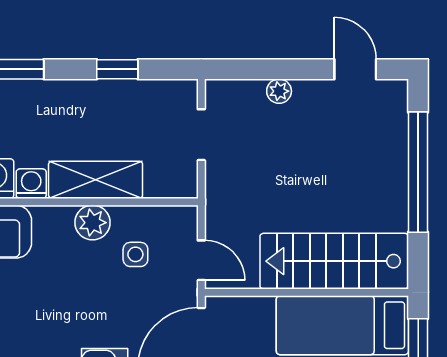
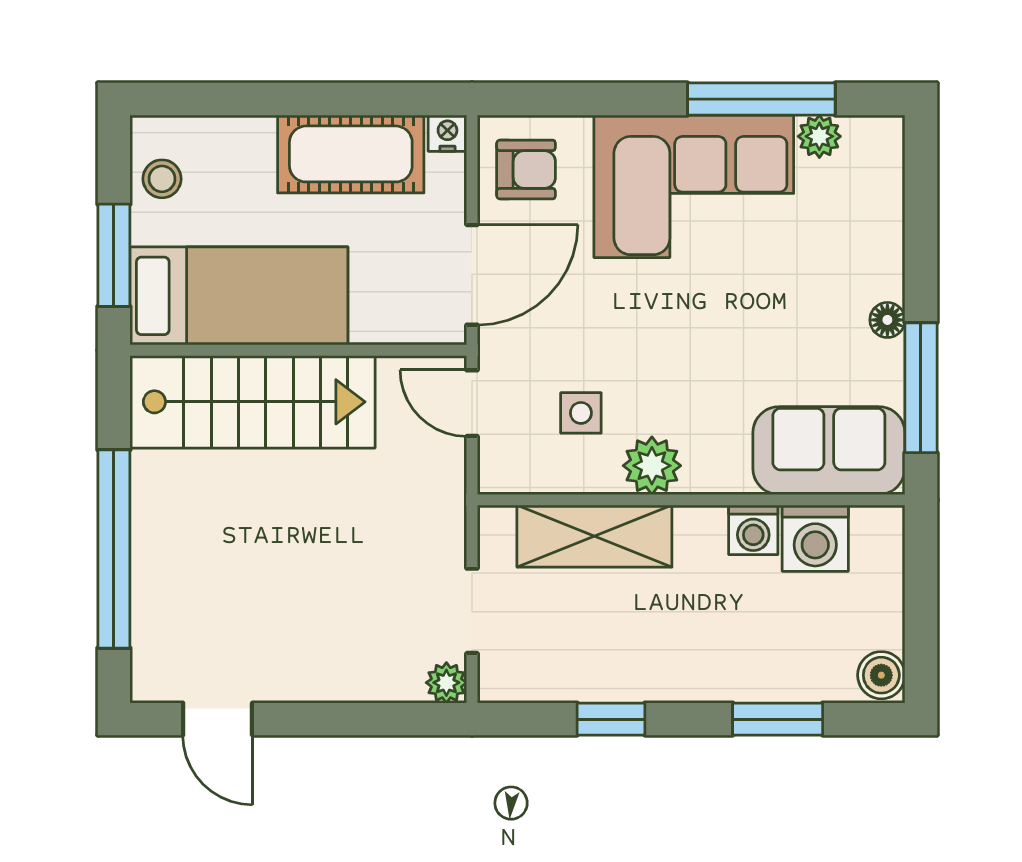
plant: (279, 91) -> (446, 683), moved
shelving: (96, 180) -> (594, 536), moved

